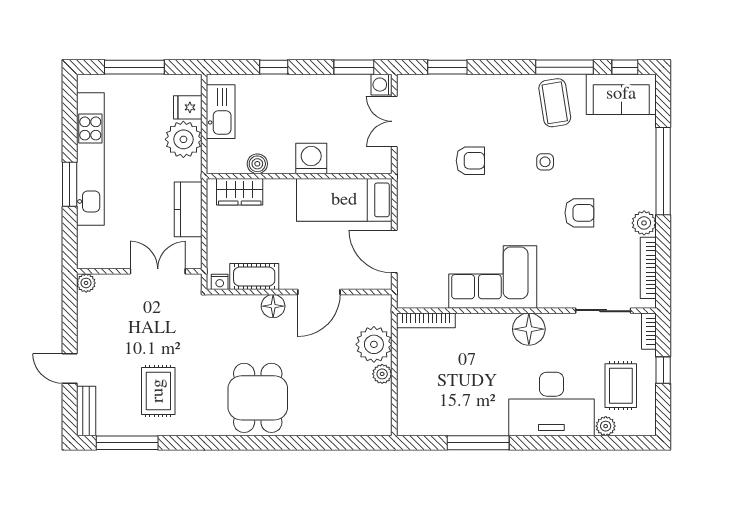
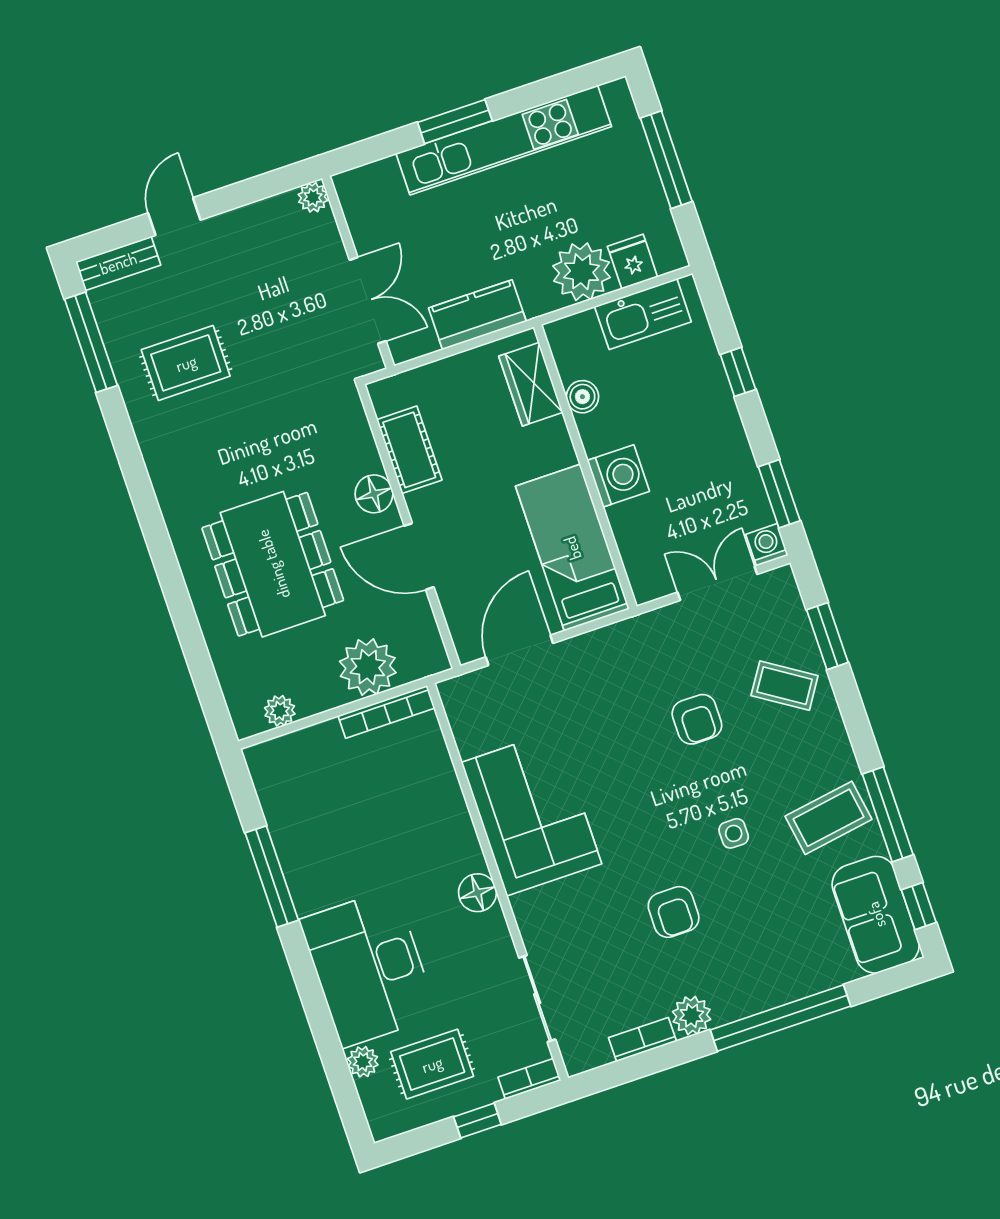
coffee table: (468, 102) -> (785, 686), added
bookcase: (648, 268) -> (642, 1040), width x0.64
nightstand: (220, 282) -> (383, 400), removed
bookcase: (426, 320) -> (386, 712), moved, turned -90
floor lamp: (529, 329) -> (477, 893), width x0.73, depth x0.73
plant: (382, 374) -> (280, 711), moved
dining table: (258, 398) -> (273, 564), moved, width x1.38

